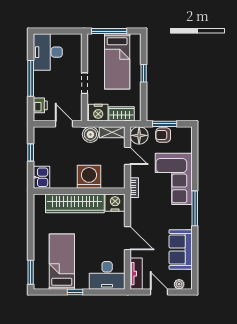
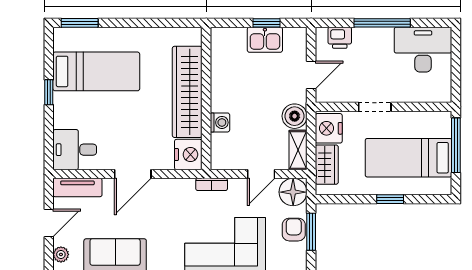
kitchen sink: (41, 177) -> (265, 40), moved
washing machine: (89, 177) -> (220, 122), width x0.53, depth x0.53
desk: (107, 275) -> (75, 150), width x0.73

